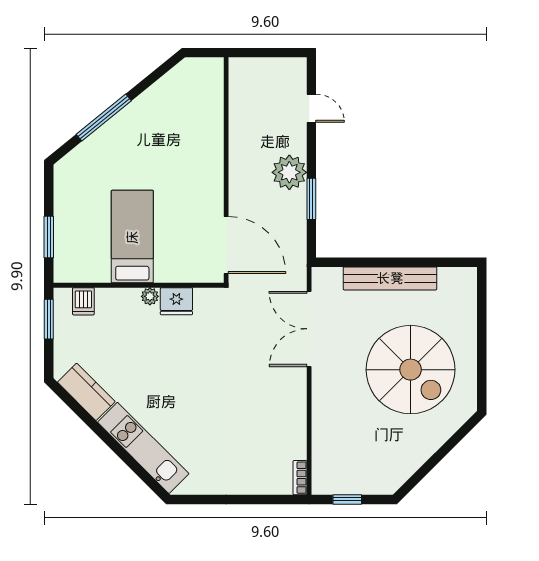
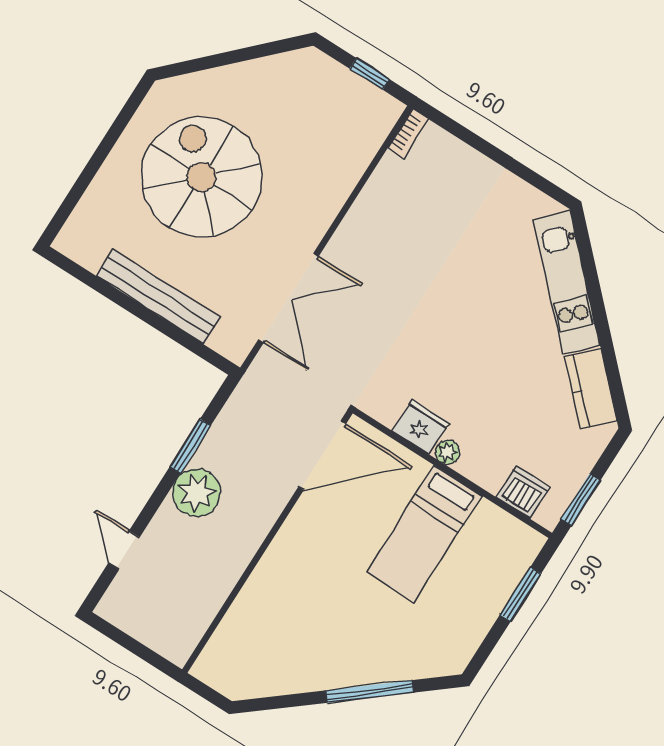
door: (226, 245) -> (322, 455), swing flipped
dishwasher: (83, 301) -> (523, 492), width x1.38

